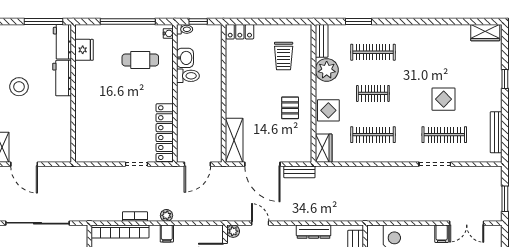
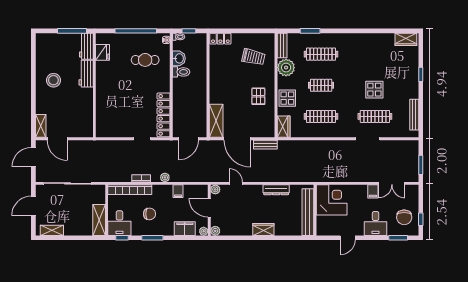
trolley: (284, 56) -> (253, 57), turned -77
filing cabinet: (167, 234) -> (178, 191), moved

